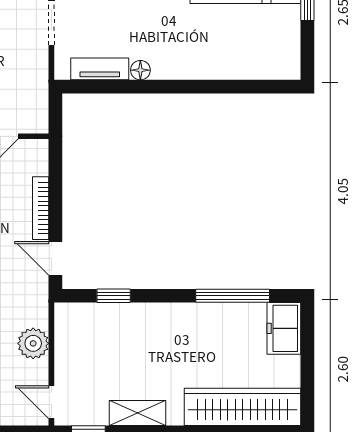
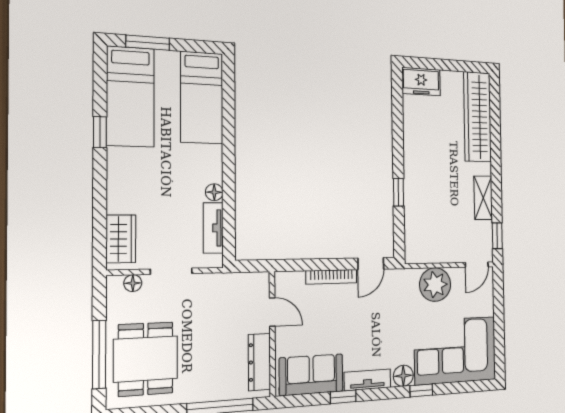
bed: (249, 56) -> (202, 98), added
window: (114, 296) -> (399, 192), moved
window: (233, 296) -> (398, 121), removed
plant: (33, 343) -> (435, 285), width x1.36, depth x1.36

